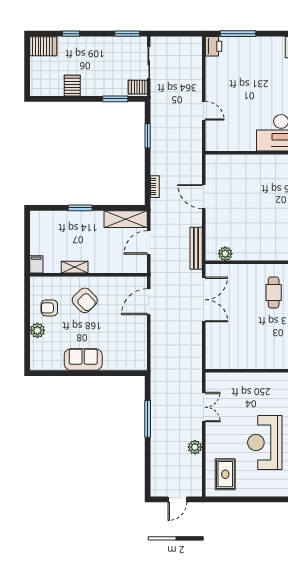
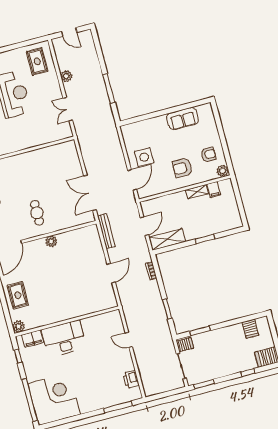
printer: (213, 46) -> (131, 379), moved
server rack: (72, 86) -> (250, 329), moved
door: (204, 197) -> (111, 273), hinge flipped
plant: (225, 254) -> (51, 241), moved
filing cabinet: (36, 264) -> (214, 190), moved
armchair: (85, 300) -> (182, 168), turned -46
side table: (127, 325) -> (144, 157), added
plant: (37, 330) -> (223, 171), moved
sofa: (83, 360) -> (183, 118), moved
door: (177, 499) -> (69, 32), swing flipped

